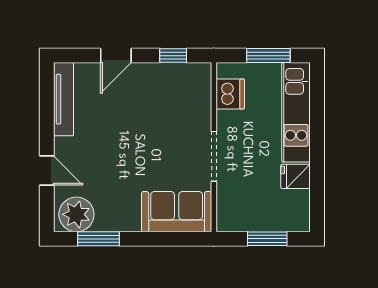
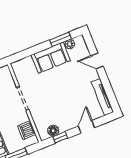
floor lamp: (181, 73) -> (53, 131), added
sofa: (177, 212) -> (51, 58), moved
plant: (76, 214) -> (70, 44), width x0.53, depth x0.53

